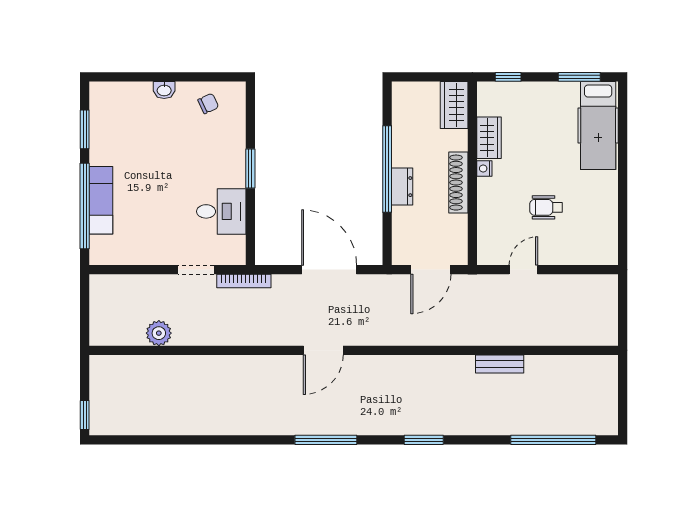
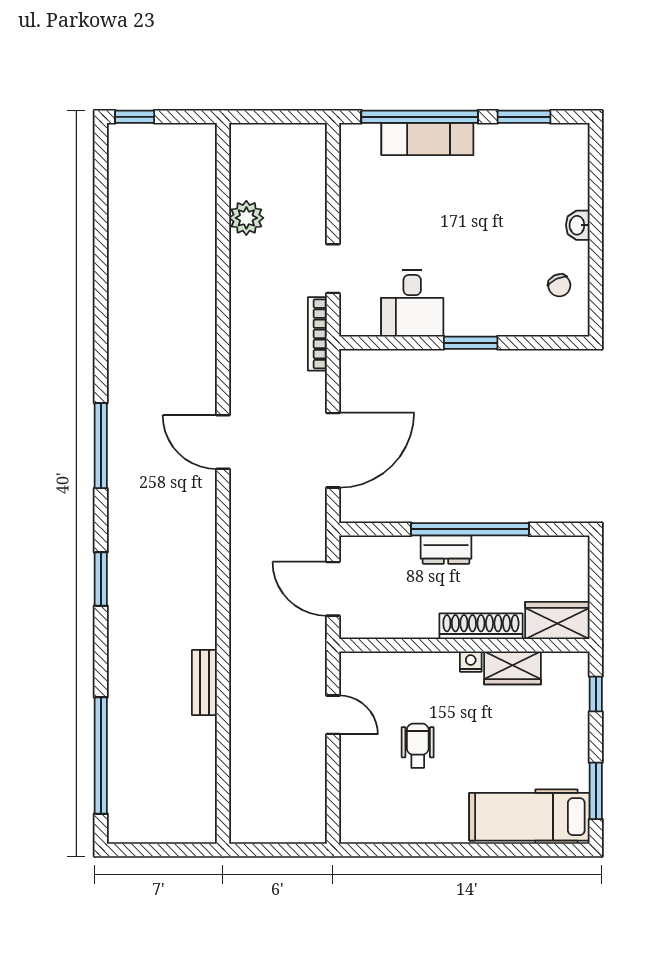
shoe rack: (458, 183) -> (481, 626), moved

